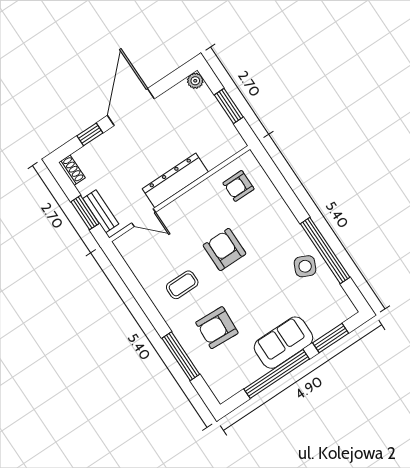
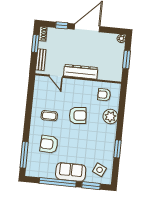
plant: (275, 211) -> (110, 117), added
window: (85, 213) -> (35, 44), moved
armchair: (225, 249) -> (78, 115), turned 85
window: (325, 250) -> (118, 149), width x0.47
side table: (305, 266) -> (100, 170), moved
window: (181, 356) -> (24, 155), moved

